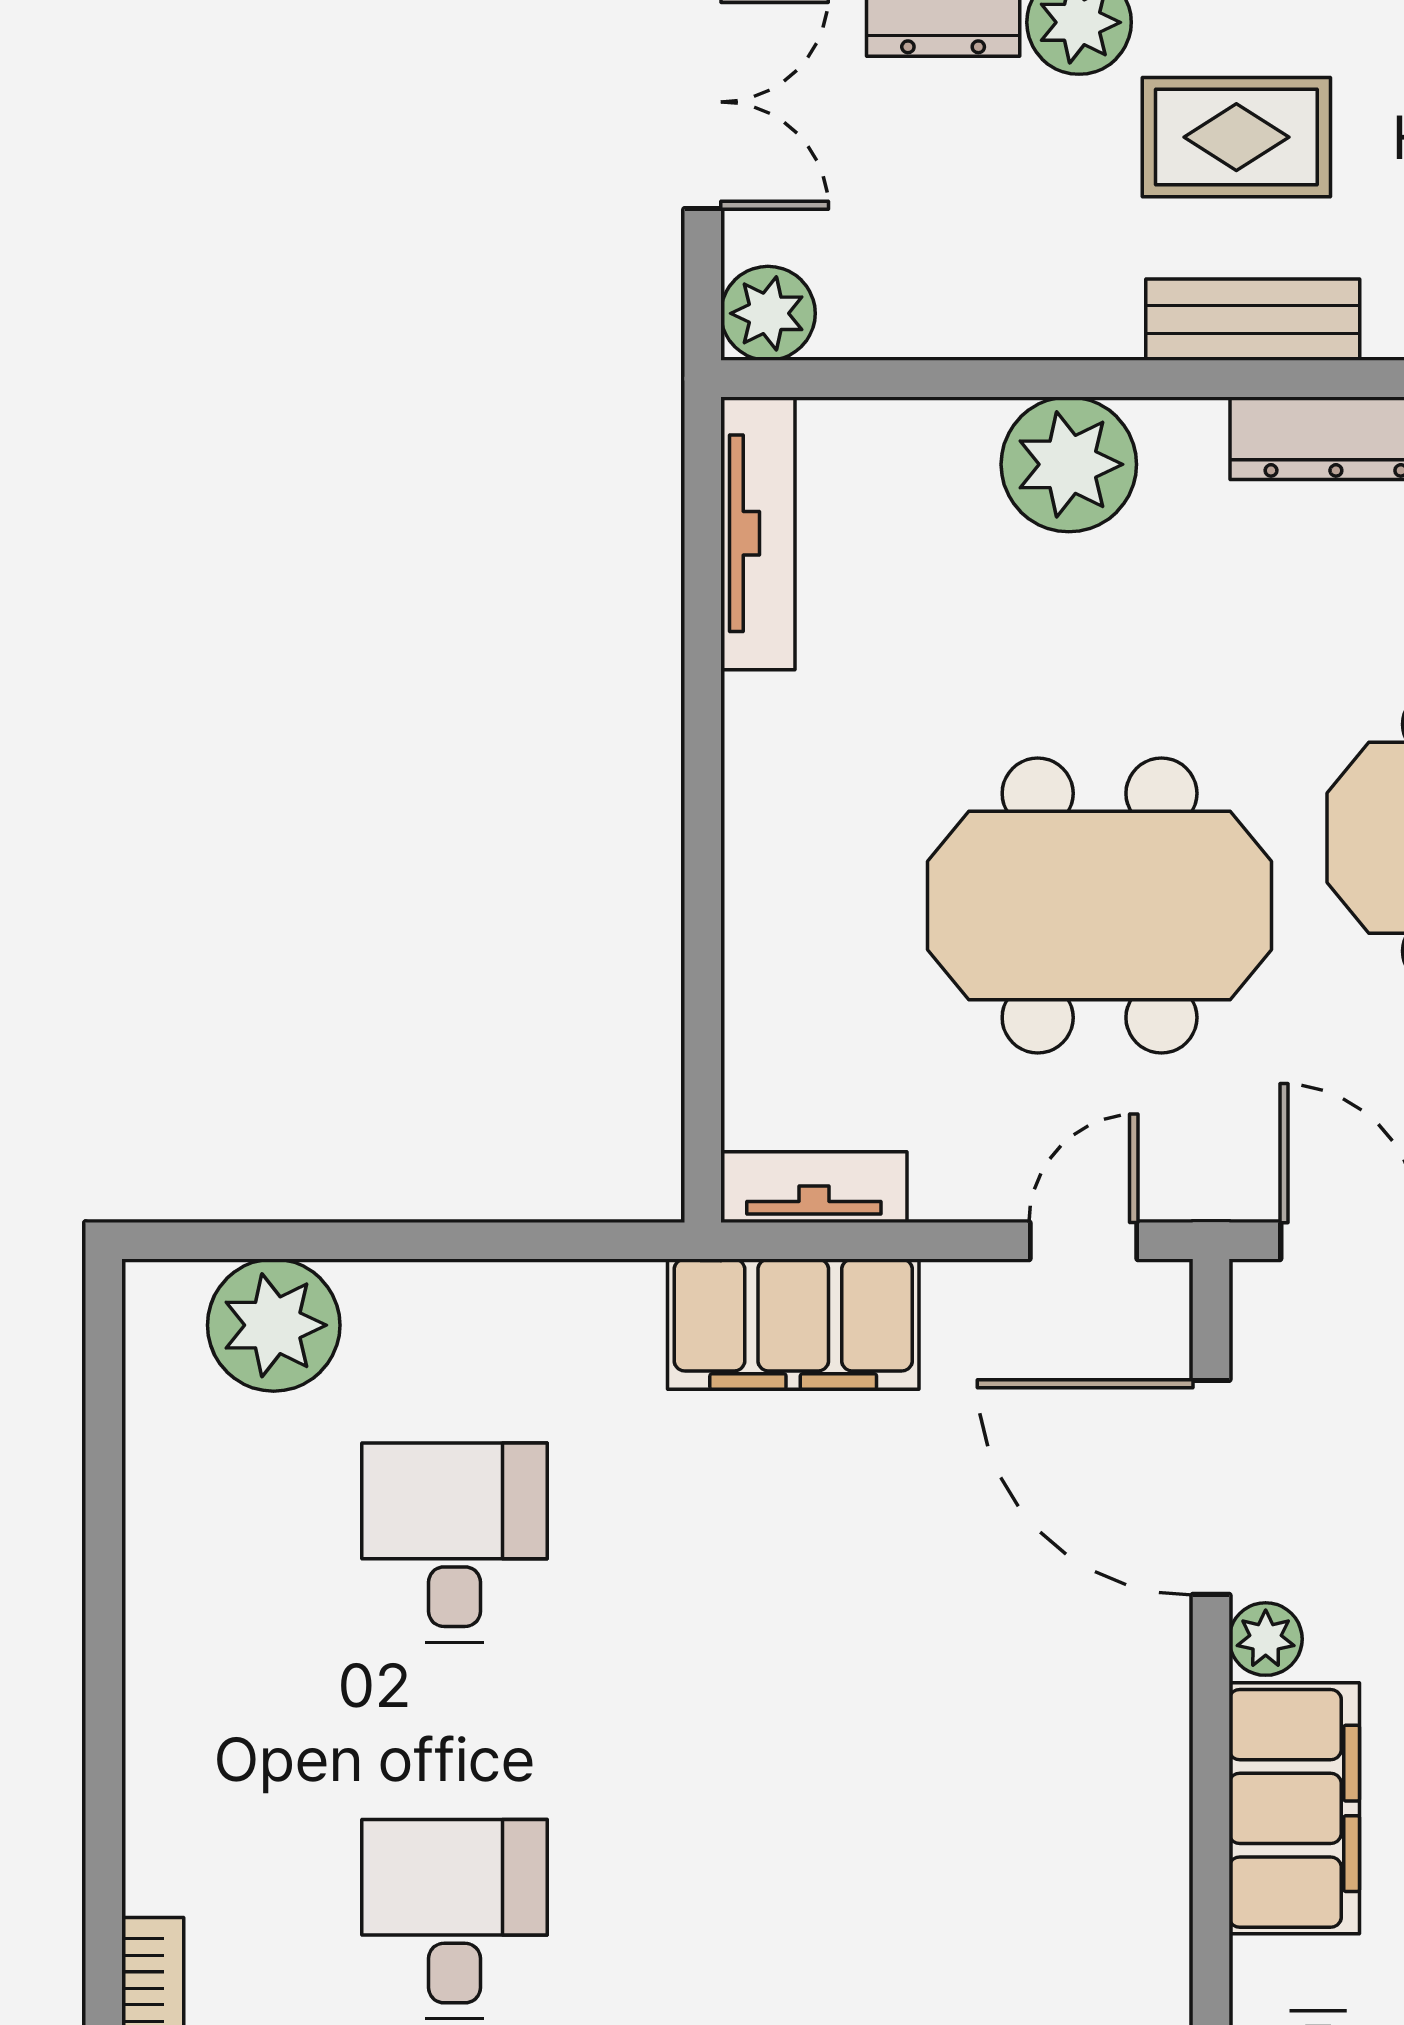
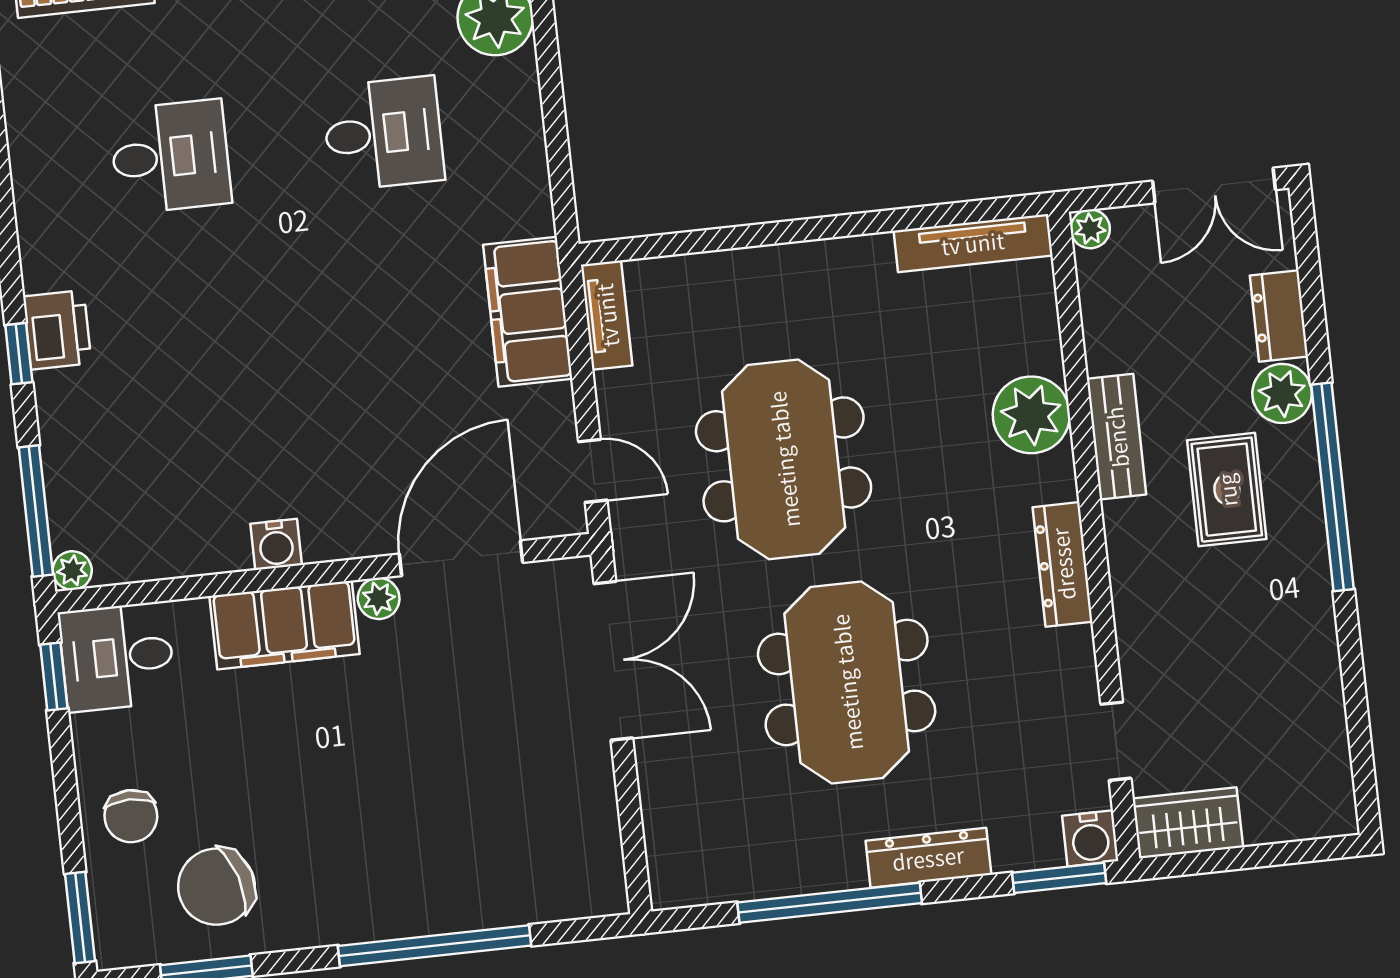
plant: (768, 313) -> (1090, 229), width x0.73, depth x0.73
bench: (1253, 320) -> (1117, 437), moved
water cooler: (1152, 1808) -> (276, 544), added

